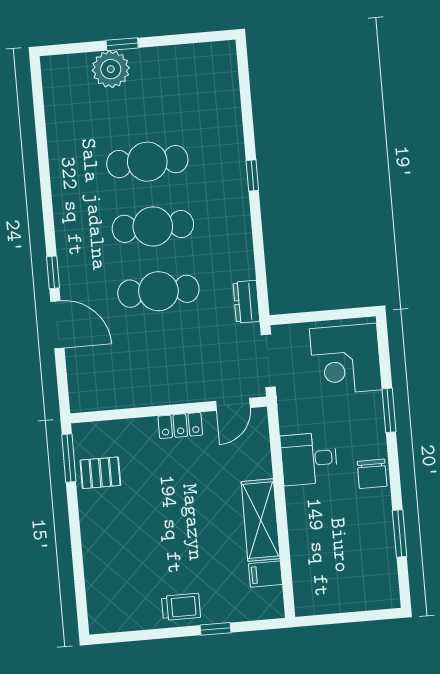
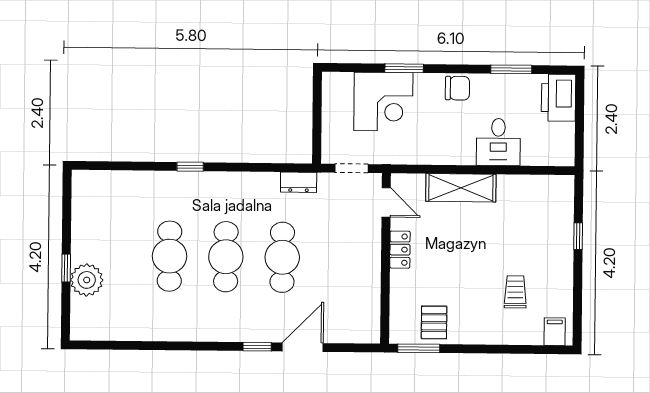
corner desk: (346, 359) -> (383, 102), moved
doorway: (268, 361) -> (351, 168), width x0.73
desk: (309, 459) -> (498, 142), moved
shelving: (261, 520) -> (461, 188), moved
filing cabinet: (265, 574) -> (555, 332), moved, turned 180
printer: (372, 591) -> (558, 98), added
trolley: (181, 607) -> (515, 292), moved

